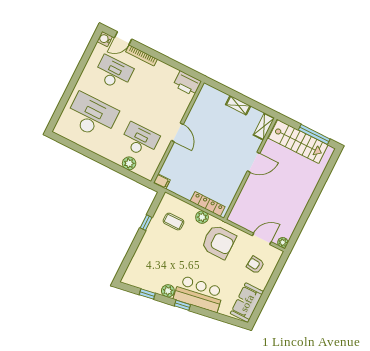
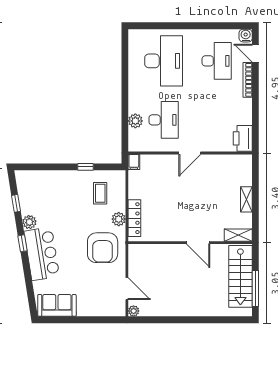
armchair: (255, 265) -> (98, 295), removed

